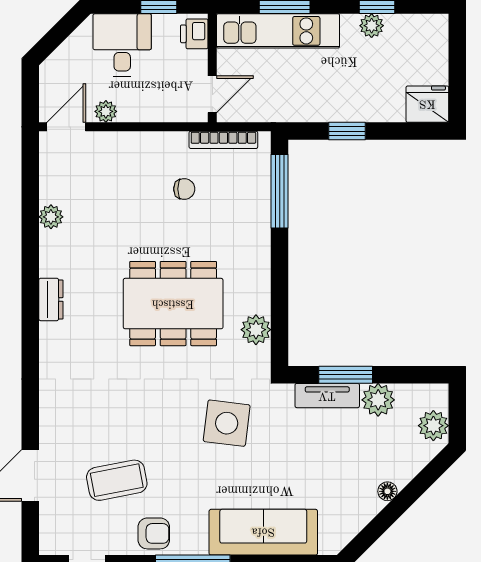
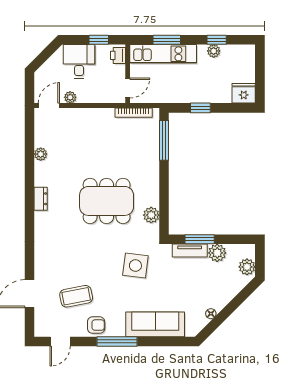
chair: (184, 189) -> (113, 139), removed
floor lamp: (387, 491) -> (211, 314), moved

